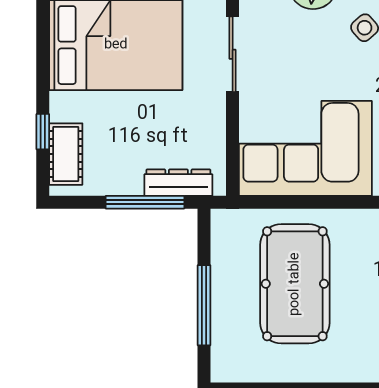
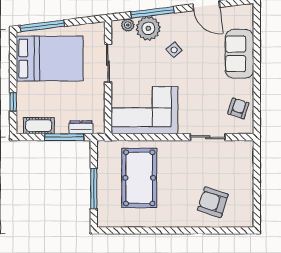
cot: (66, 154) -> (39, 126), moved, turned 90
dresser: (178, 183) -> (81, 127), width x0.70

